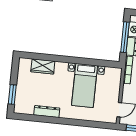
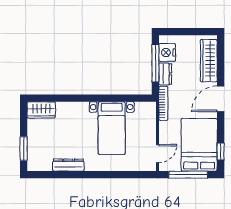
wardrobe: (43, 66) -> (41, 110), moved

